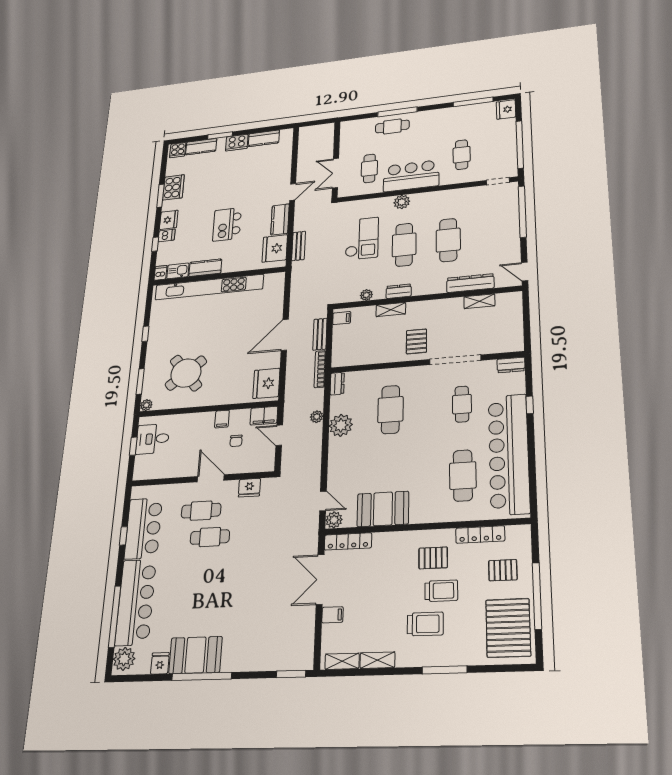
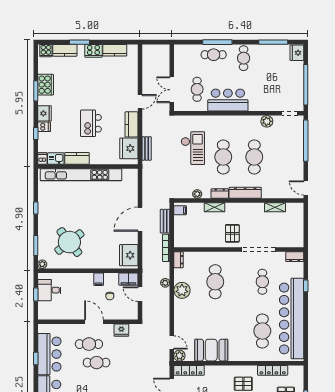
cafe table: (462, 155) -> (244, 58), moved
plant: (402, 202) -> (267, 121), moved
dresser: (470, 283) -> (245, 193), moved

